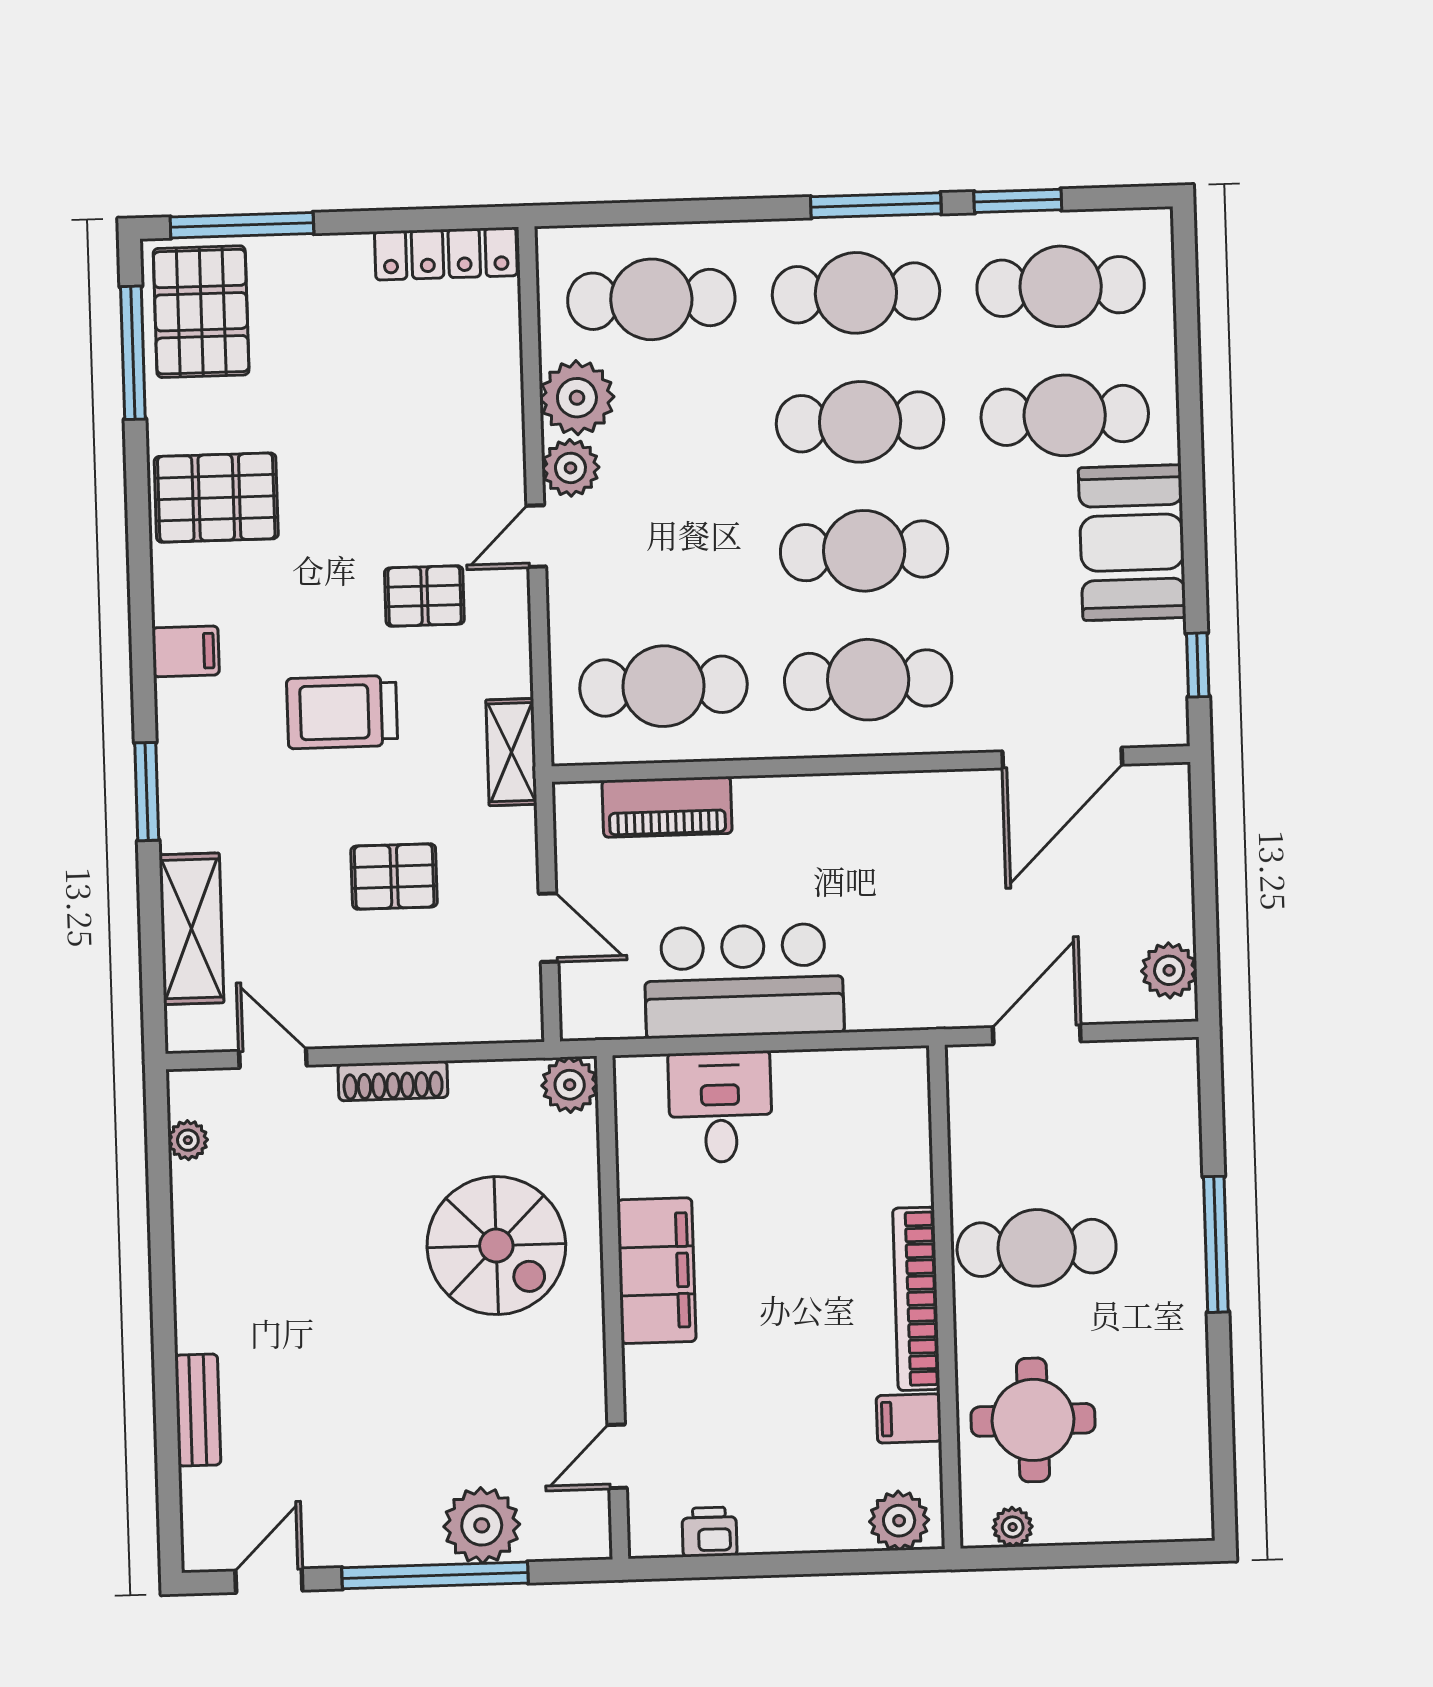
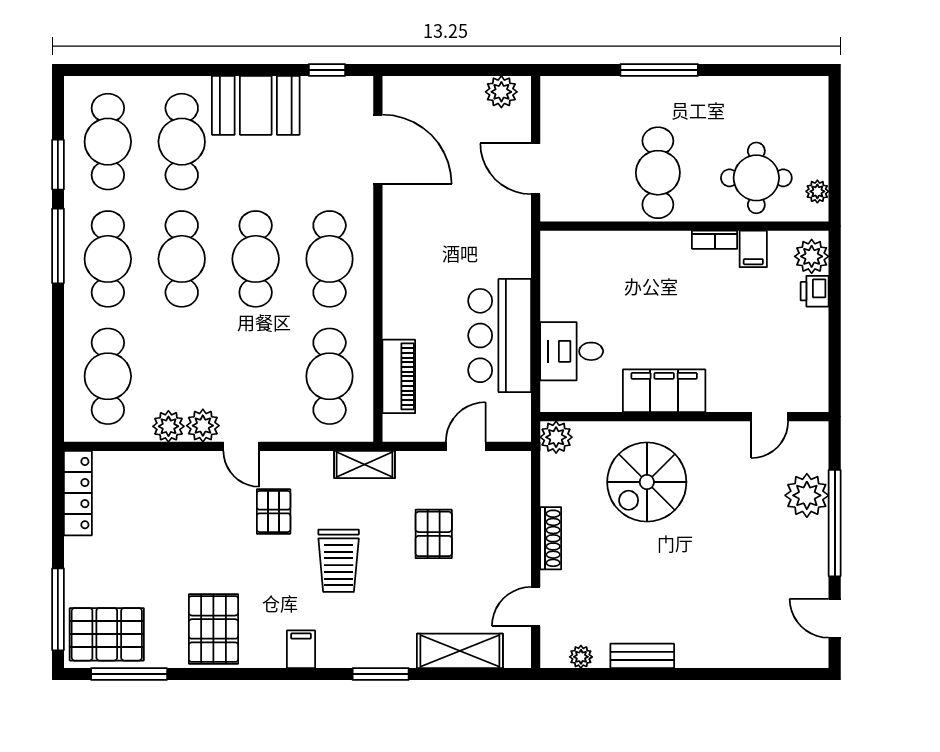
plant: (577, 398) -> (168, 426), width x0.73, depth x0.73
spiral stairs: (496, 1246) -> (647, 482), turned 180
bookcase: (916, 1299) -> (715, 240), width x0.43, depth x0.76
bench: (198, 1410) -> (642, 656), moved
door: (617, 1456) -> (770, 417), hinge flipped
printer: (709, 1532) -> (815, 291), moved

